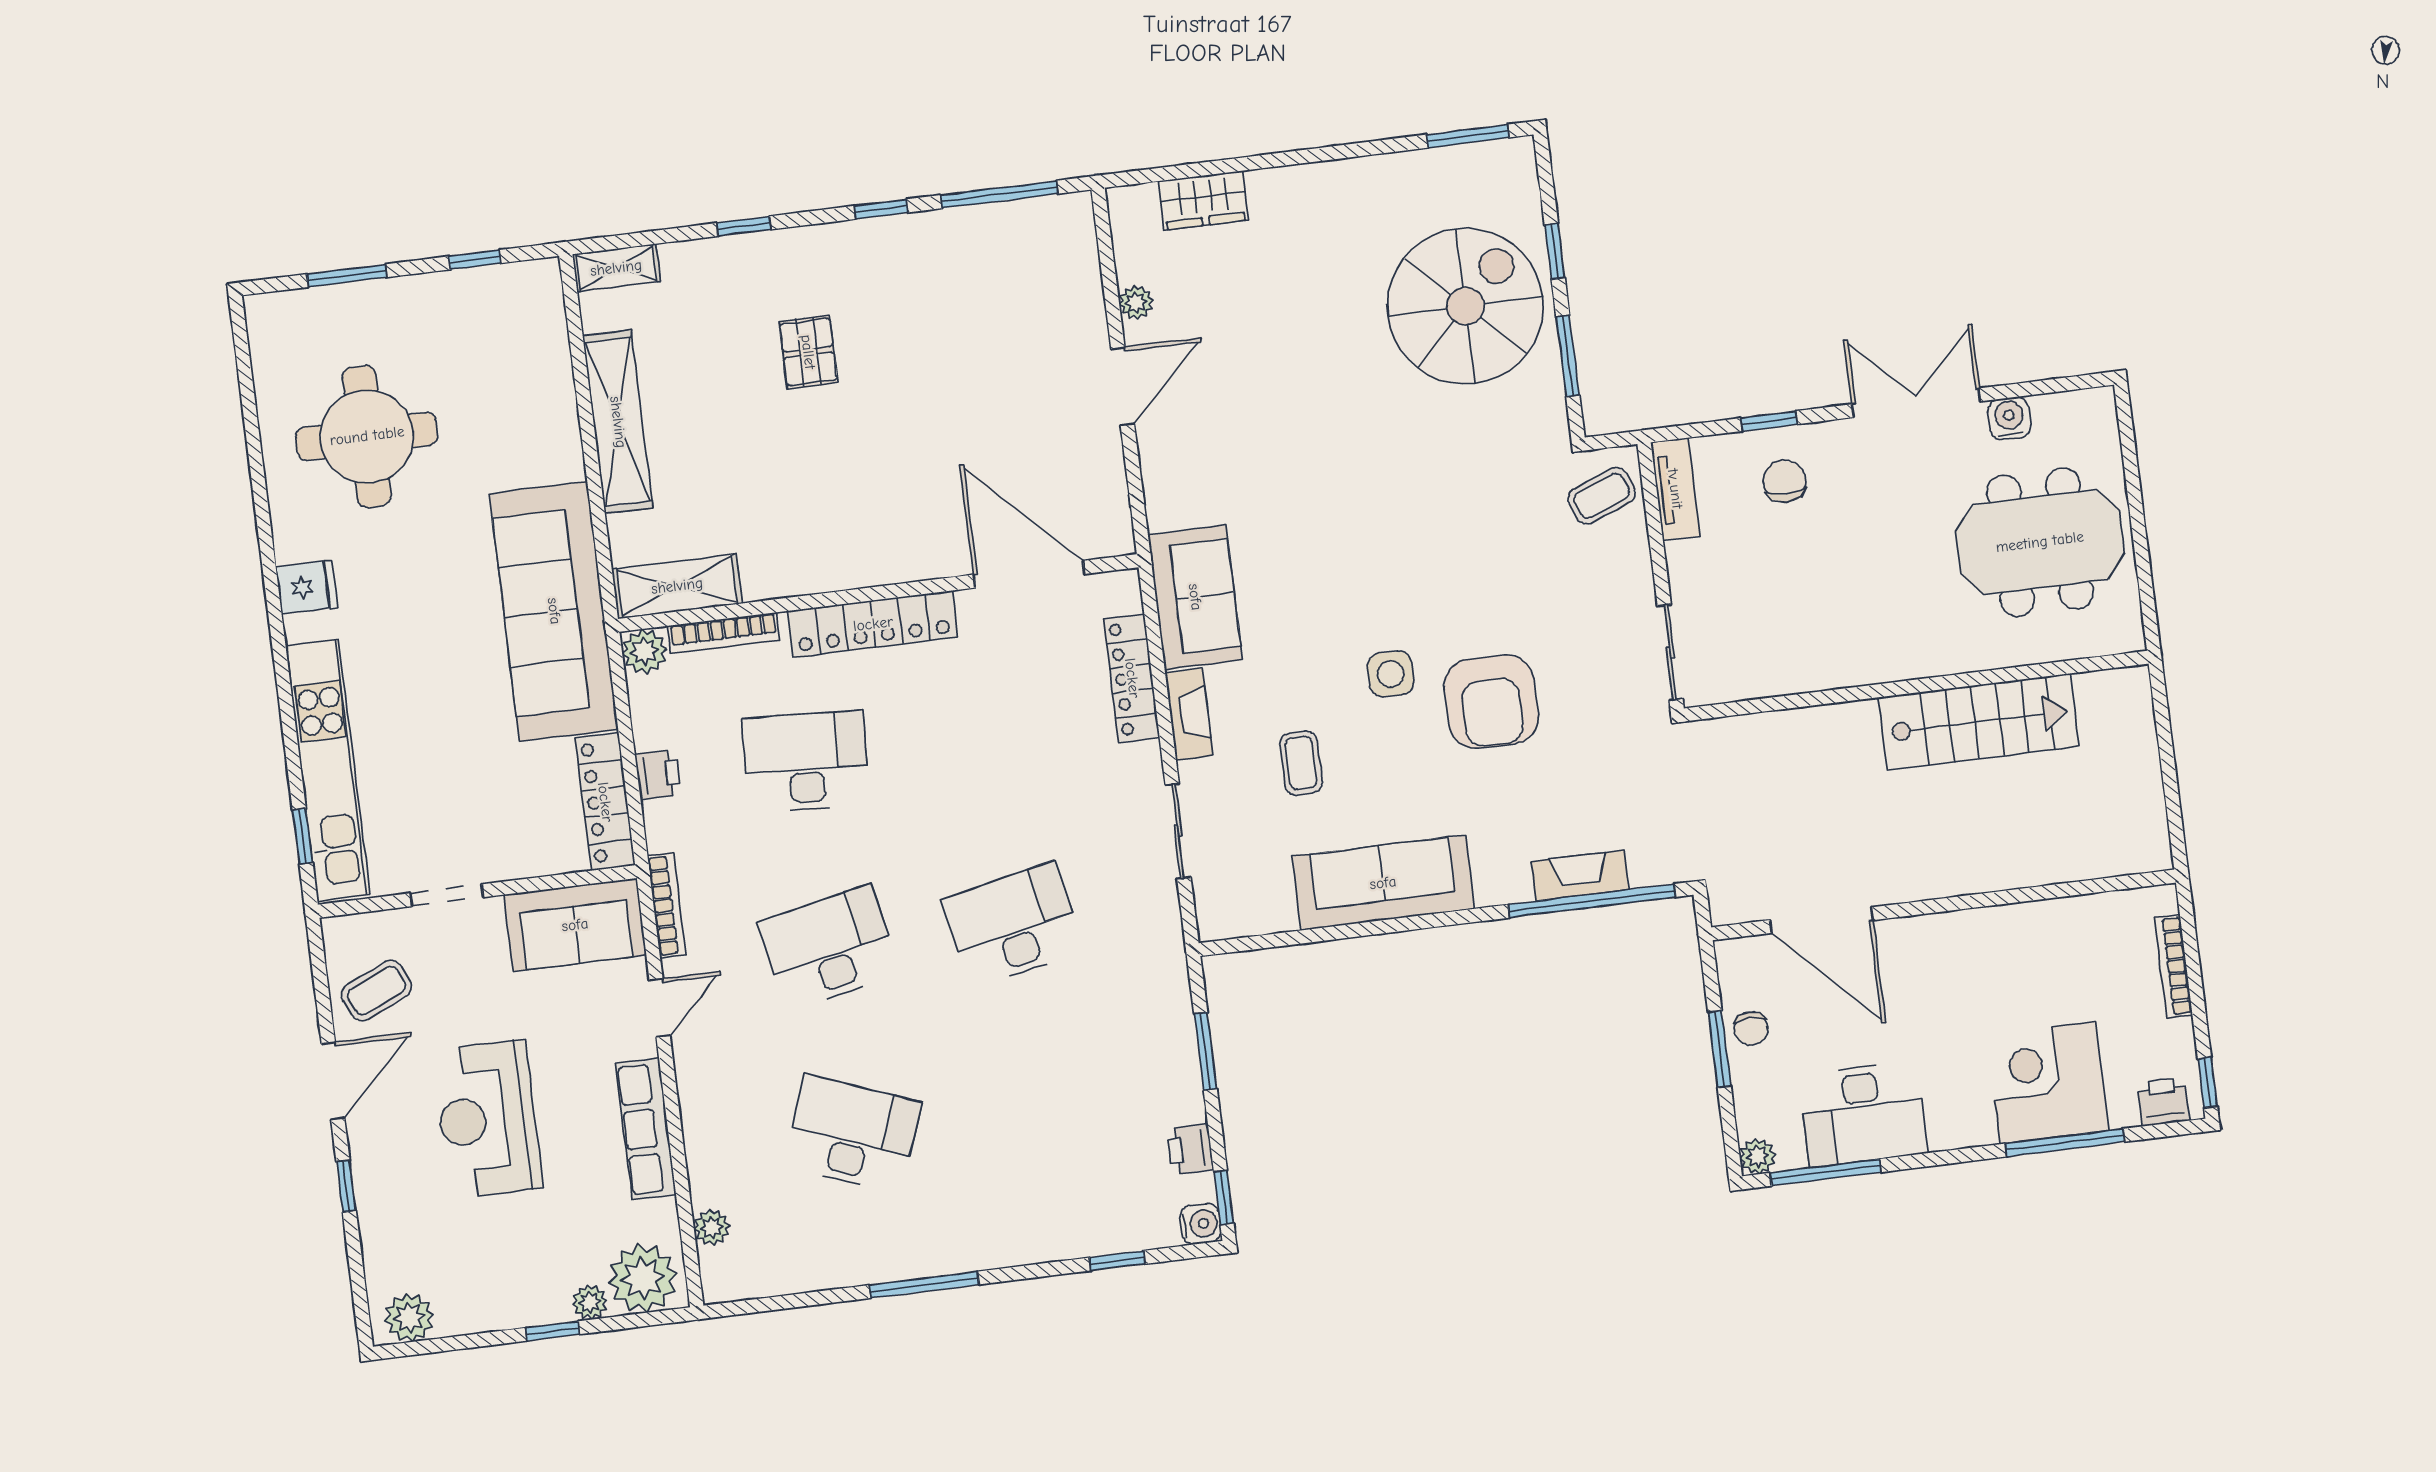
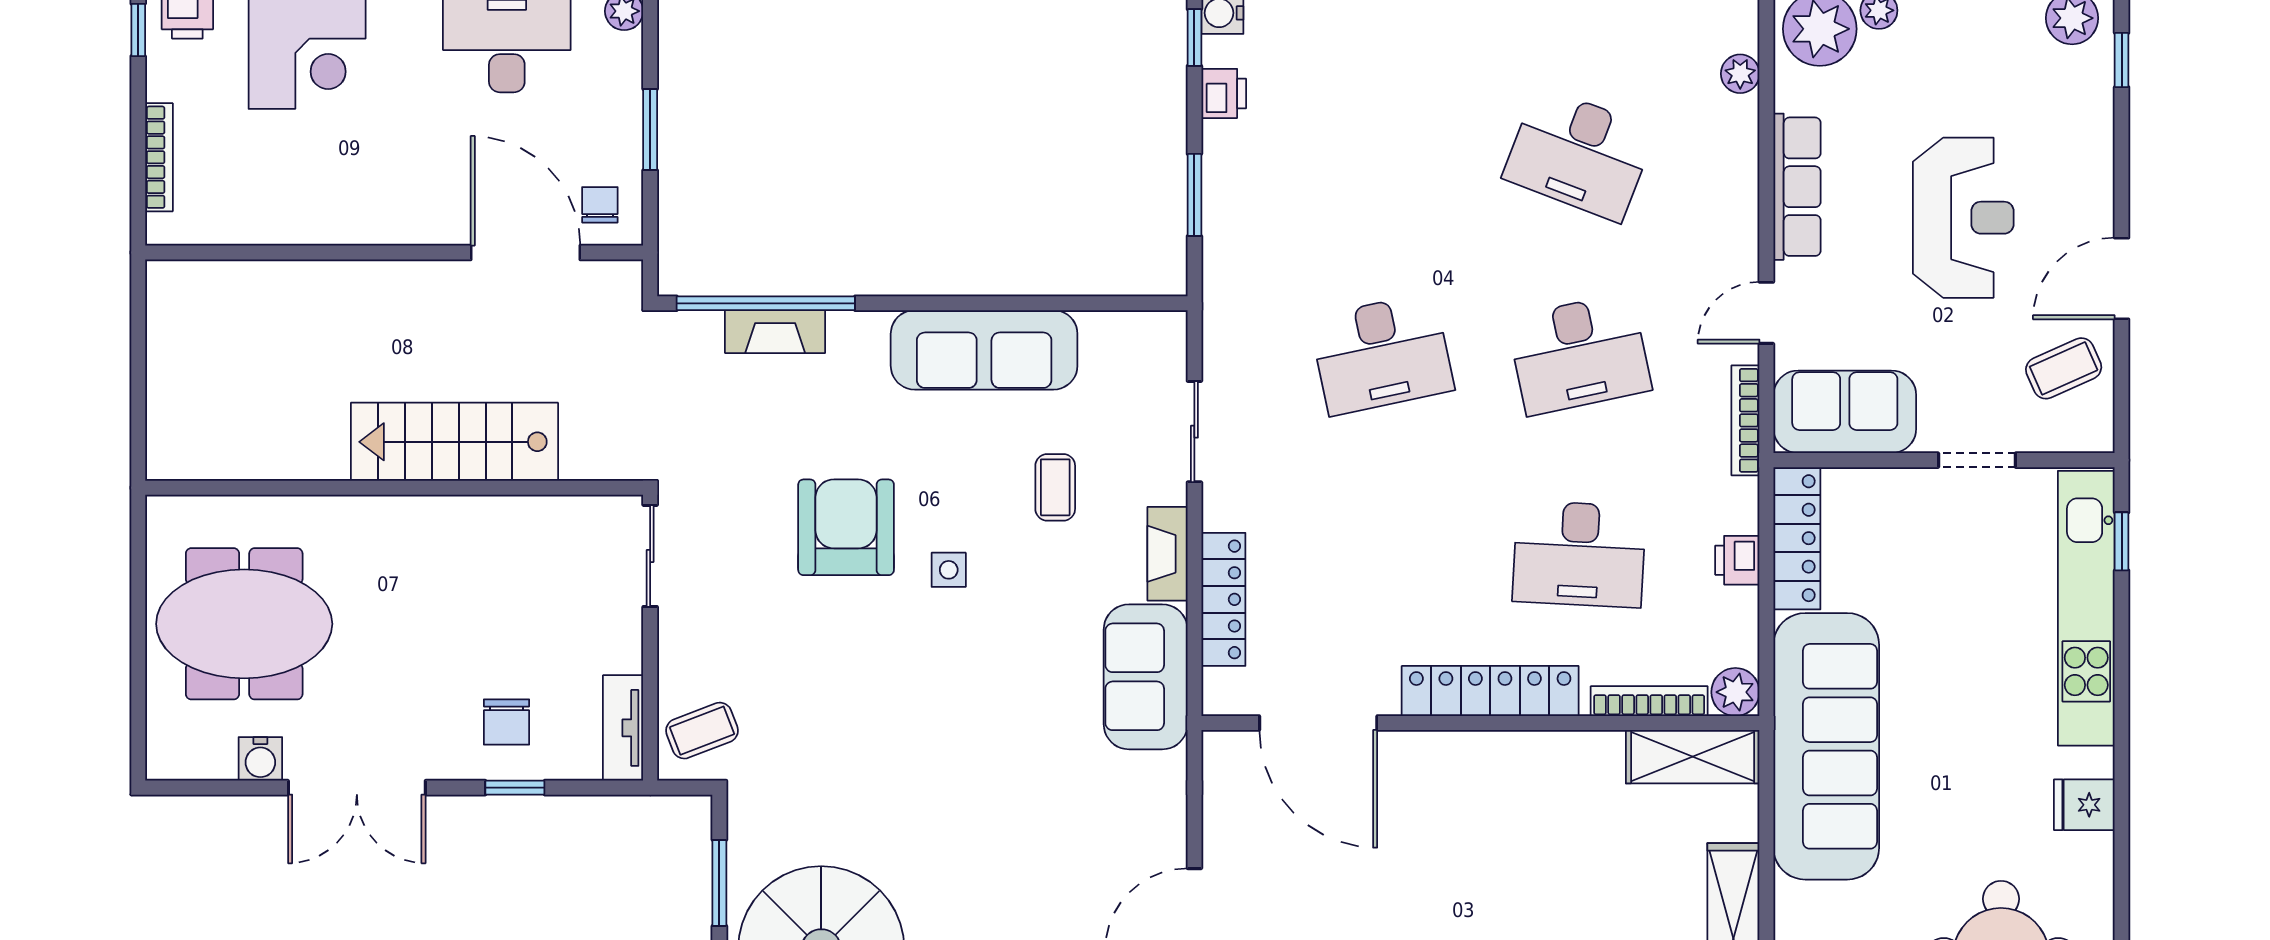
side table: (1391, 674) -> (949, 570), width x0.73, depth x0.73
stairs: (1979, 722) -> (454, 442), moved
chair: (1751, 1028) -> (600, 205), moved
window: (346, 1186) -> (2122, 60), moved

